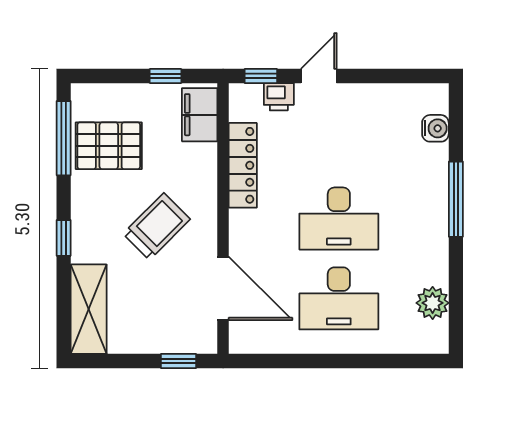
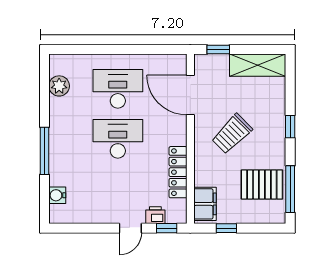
shelving: (89, 309) -> (258, 65), moved, turned 90

